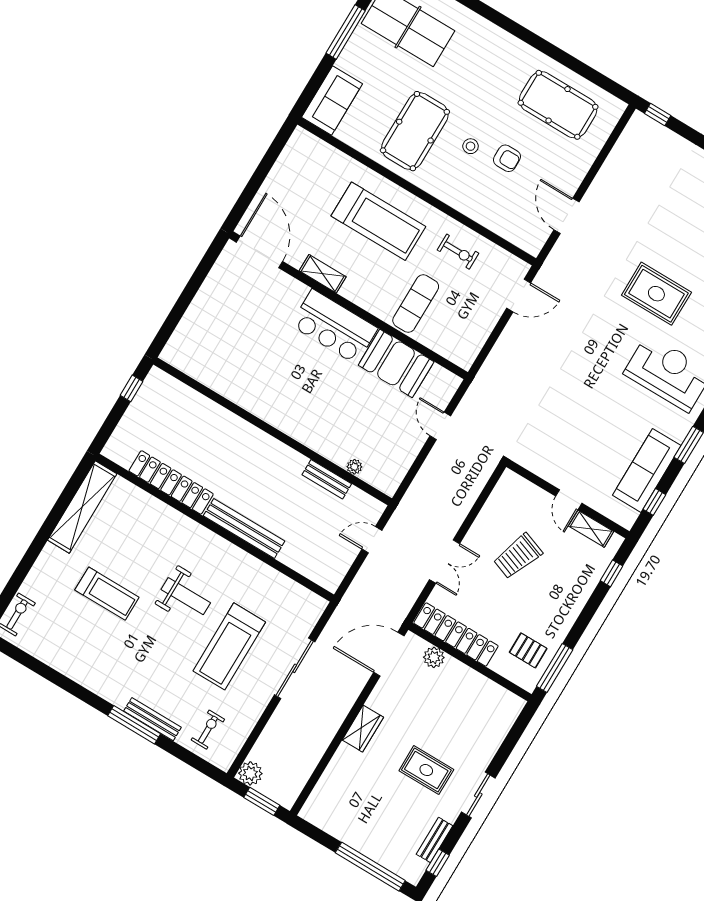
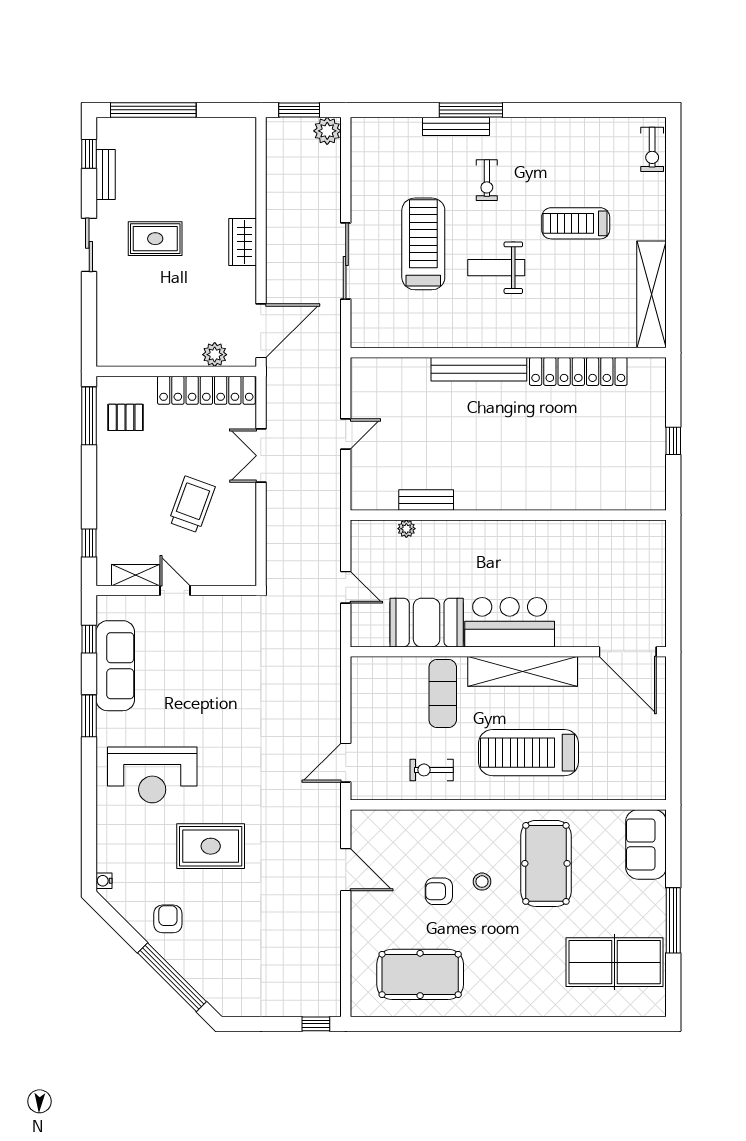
shelving: (323, 274) -> (523, 671), width x2.20, depth x1.33
wall: (273, 431) -> (508, 515), moved
plant: (354, 467) -> (406, 529), moved
bench: (327, 479) -> (426, 500), moved
exercise bike: (208, 730) -> (487, 180), moved

